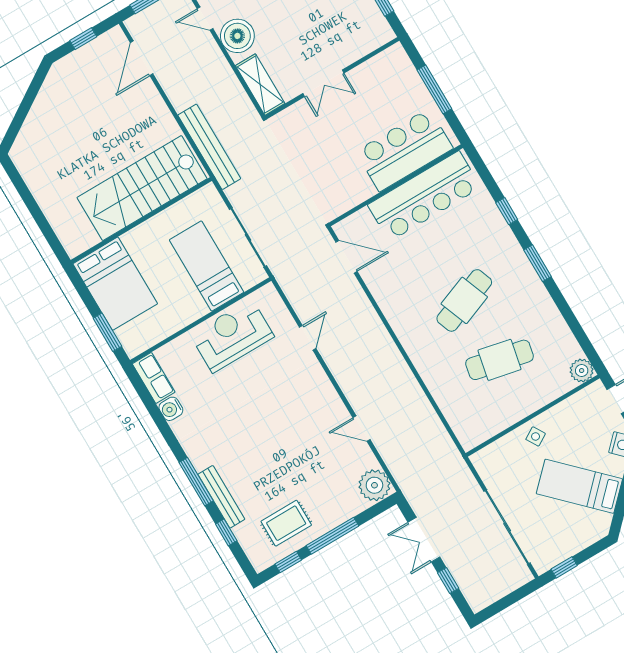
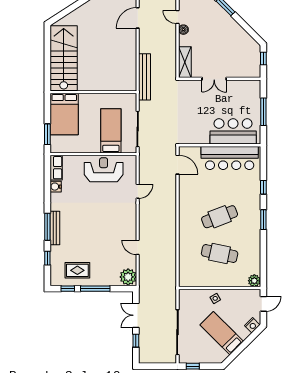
boiler: (237, 36) -> (183, 30), width x0.54, depth x0.54
stairs: (142, 188) -> (64, 58), moved, turned 90
bench: (221, 497) -> (55, 228), moved

